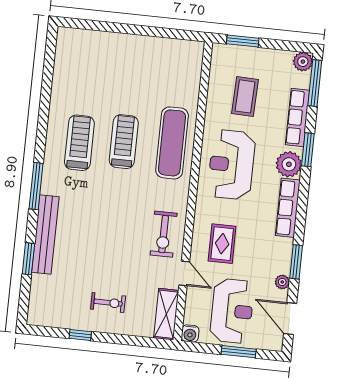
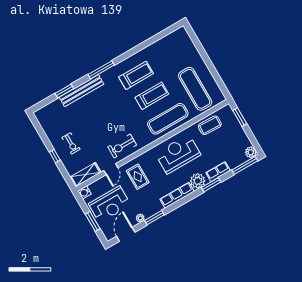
exercise mat: (158, 74) -> (195, 89), added
coffee table: (245, 96) -> (210, 125), moved
row of seats: (297, 117) -> (218, 172), width x0.68
rug: (222, 244) -> (138, 177), turned 90
window: (80, 335) -> (55, 156), moved

